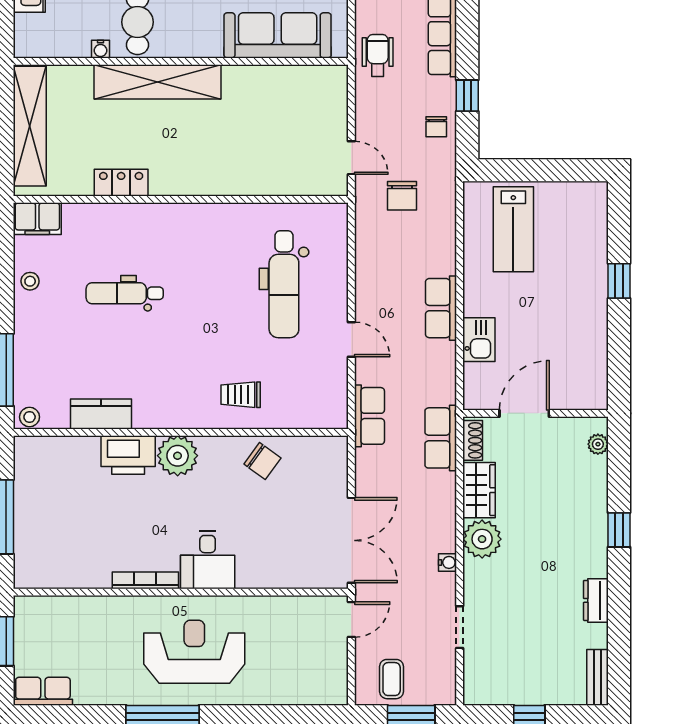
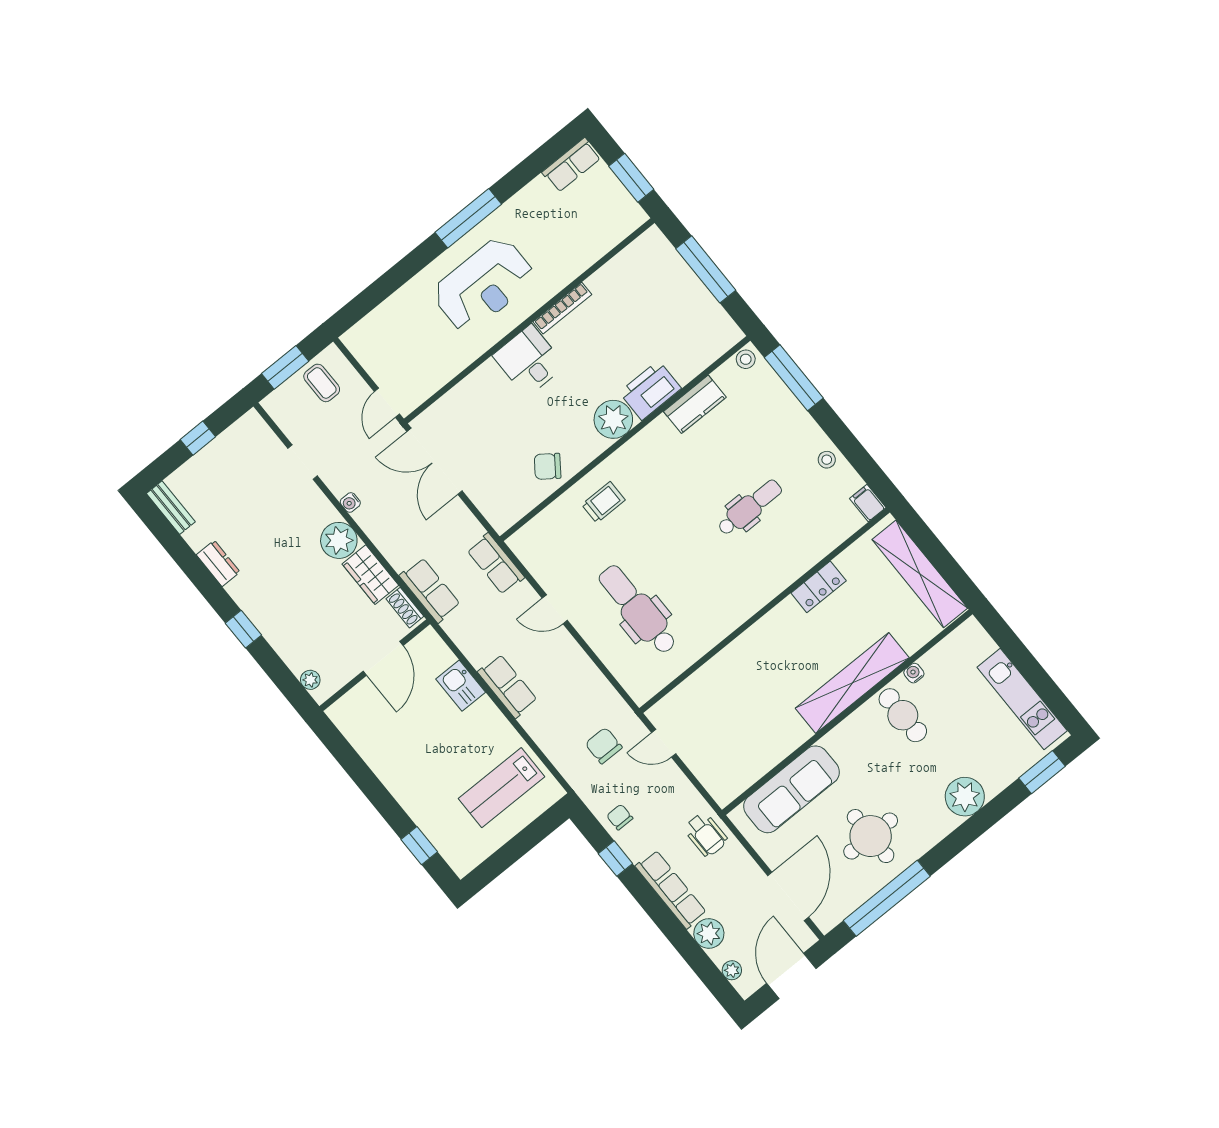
filing cabinet: (37, 219) -> (868, 503), width x0.50
lab bench: (513, 229) -> (501, 788), turned -90
window: (619, 281) -> (419, 846), moved

